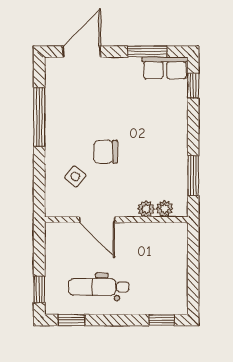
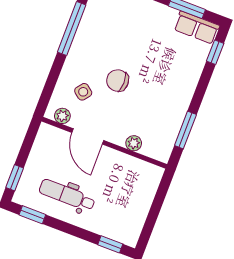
plant: (164, 209) -> (62, 116), moved

